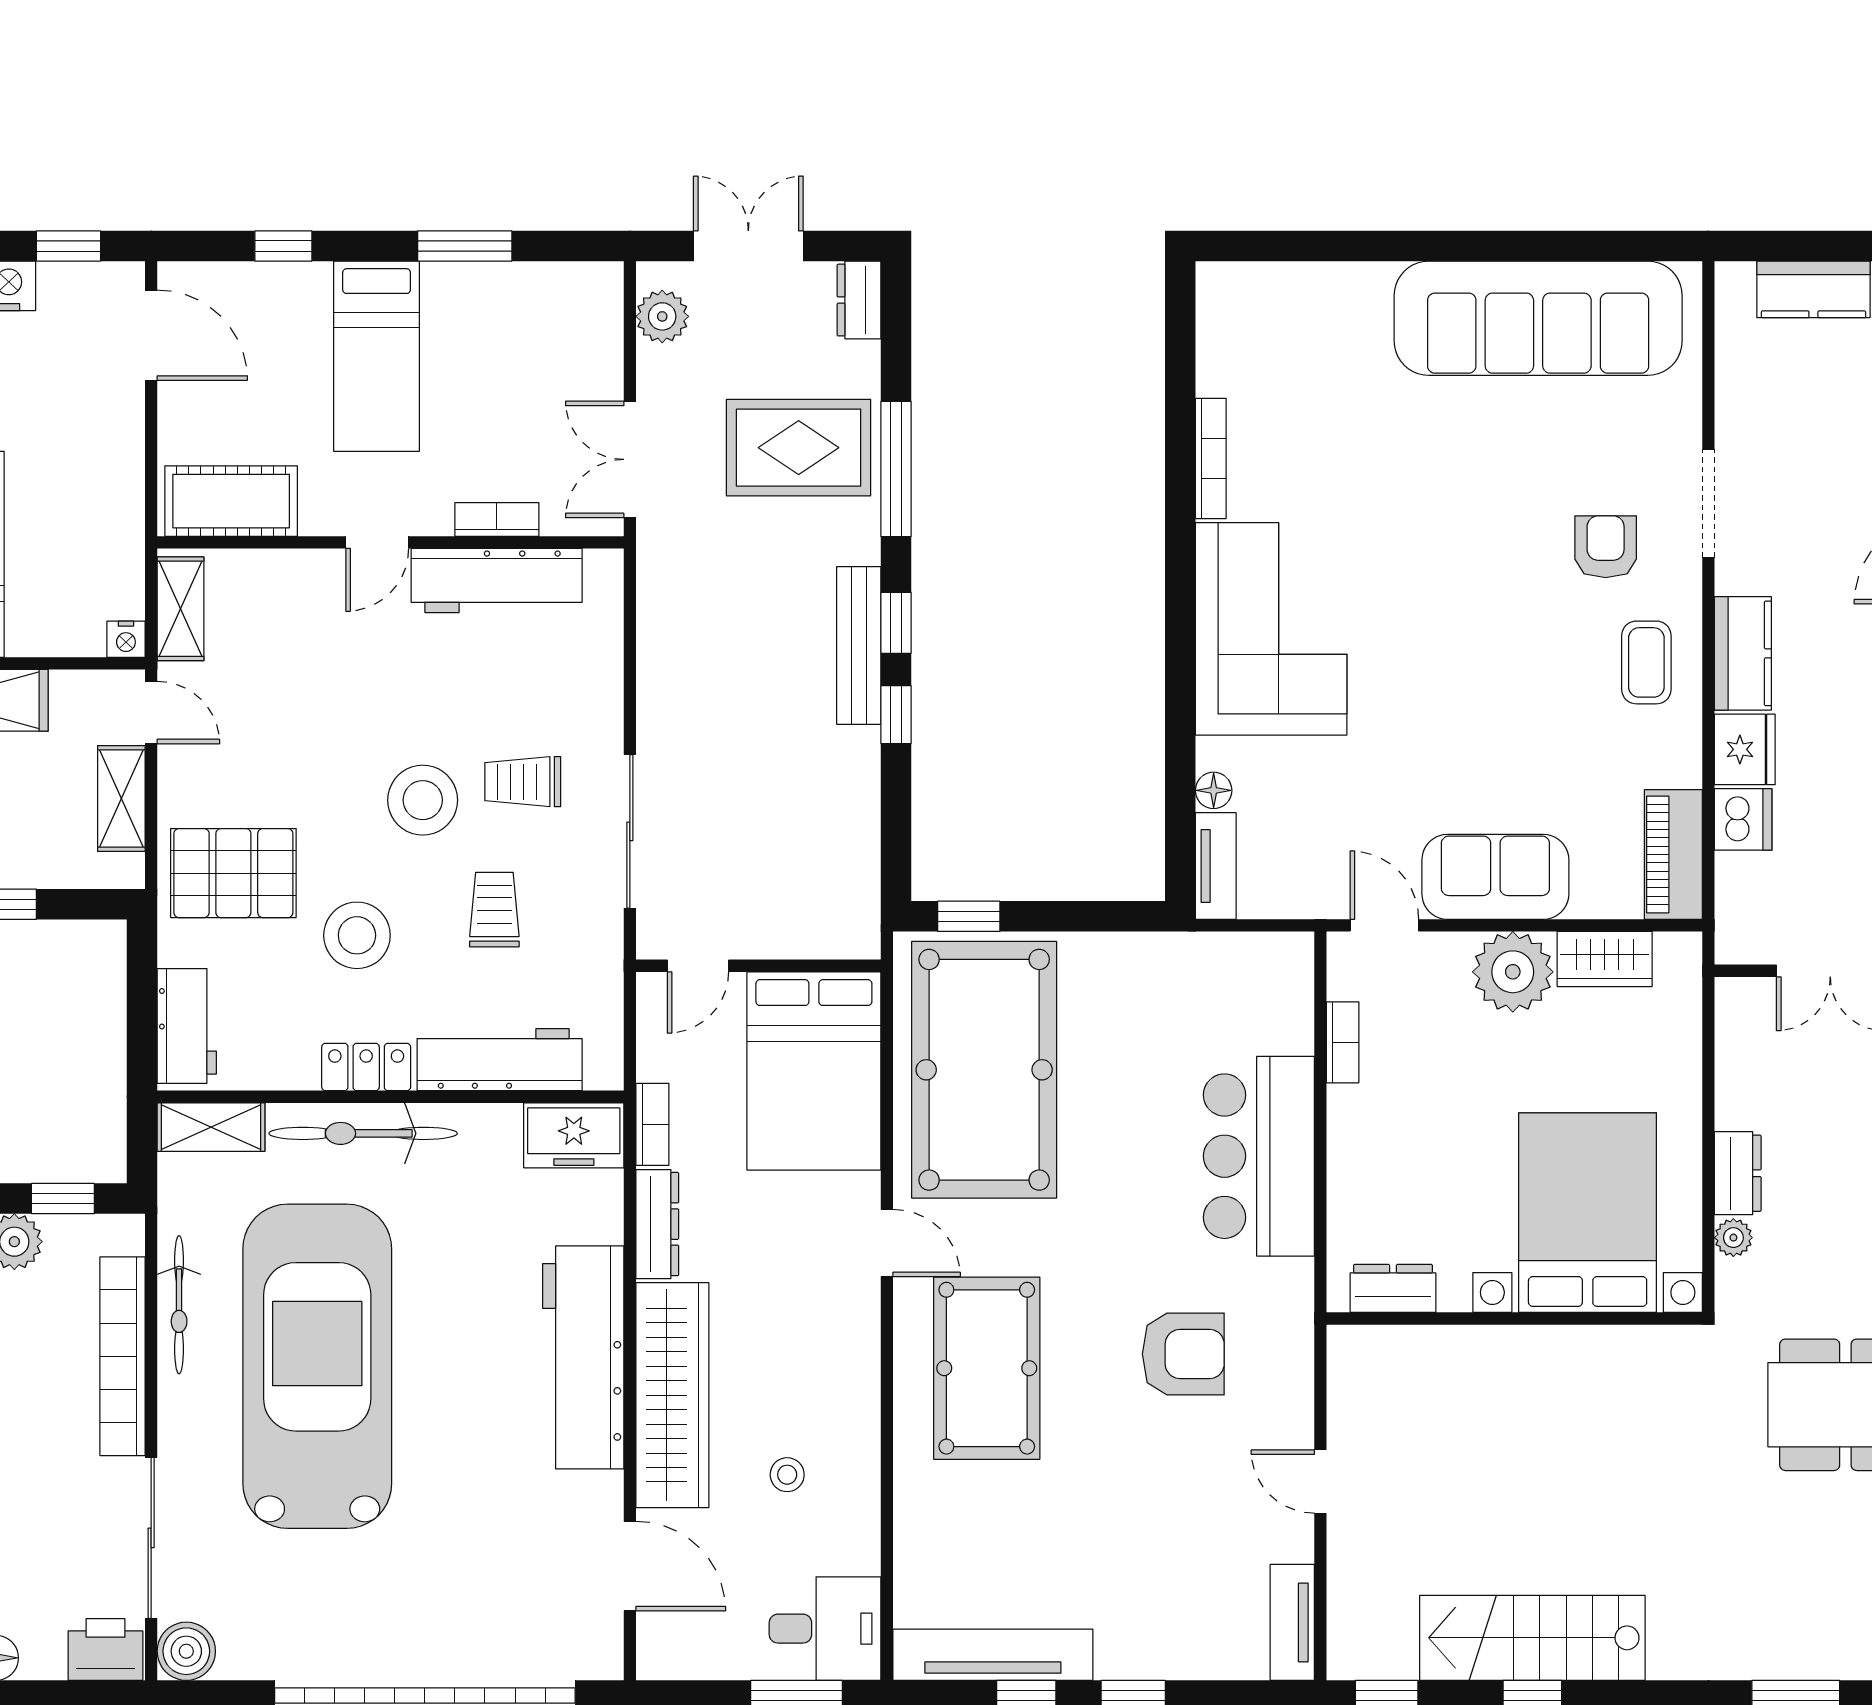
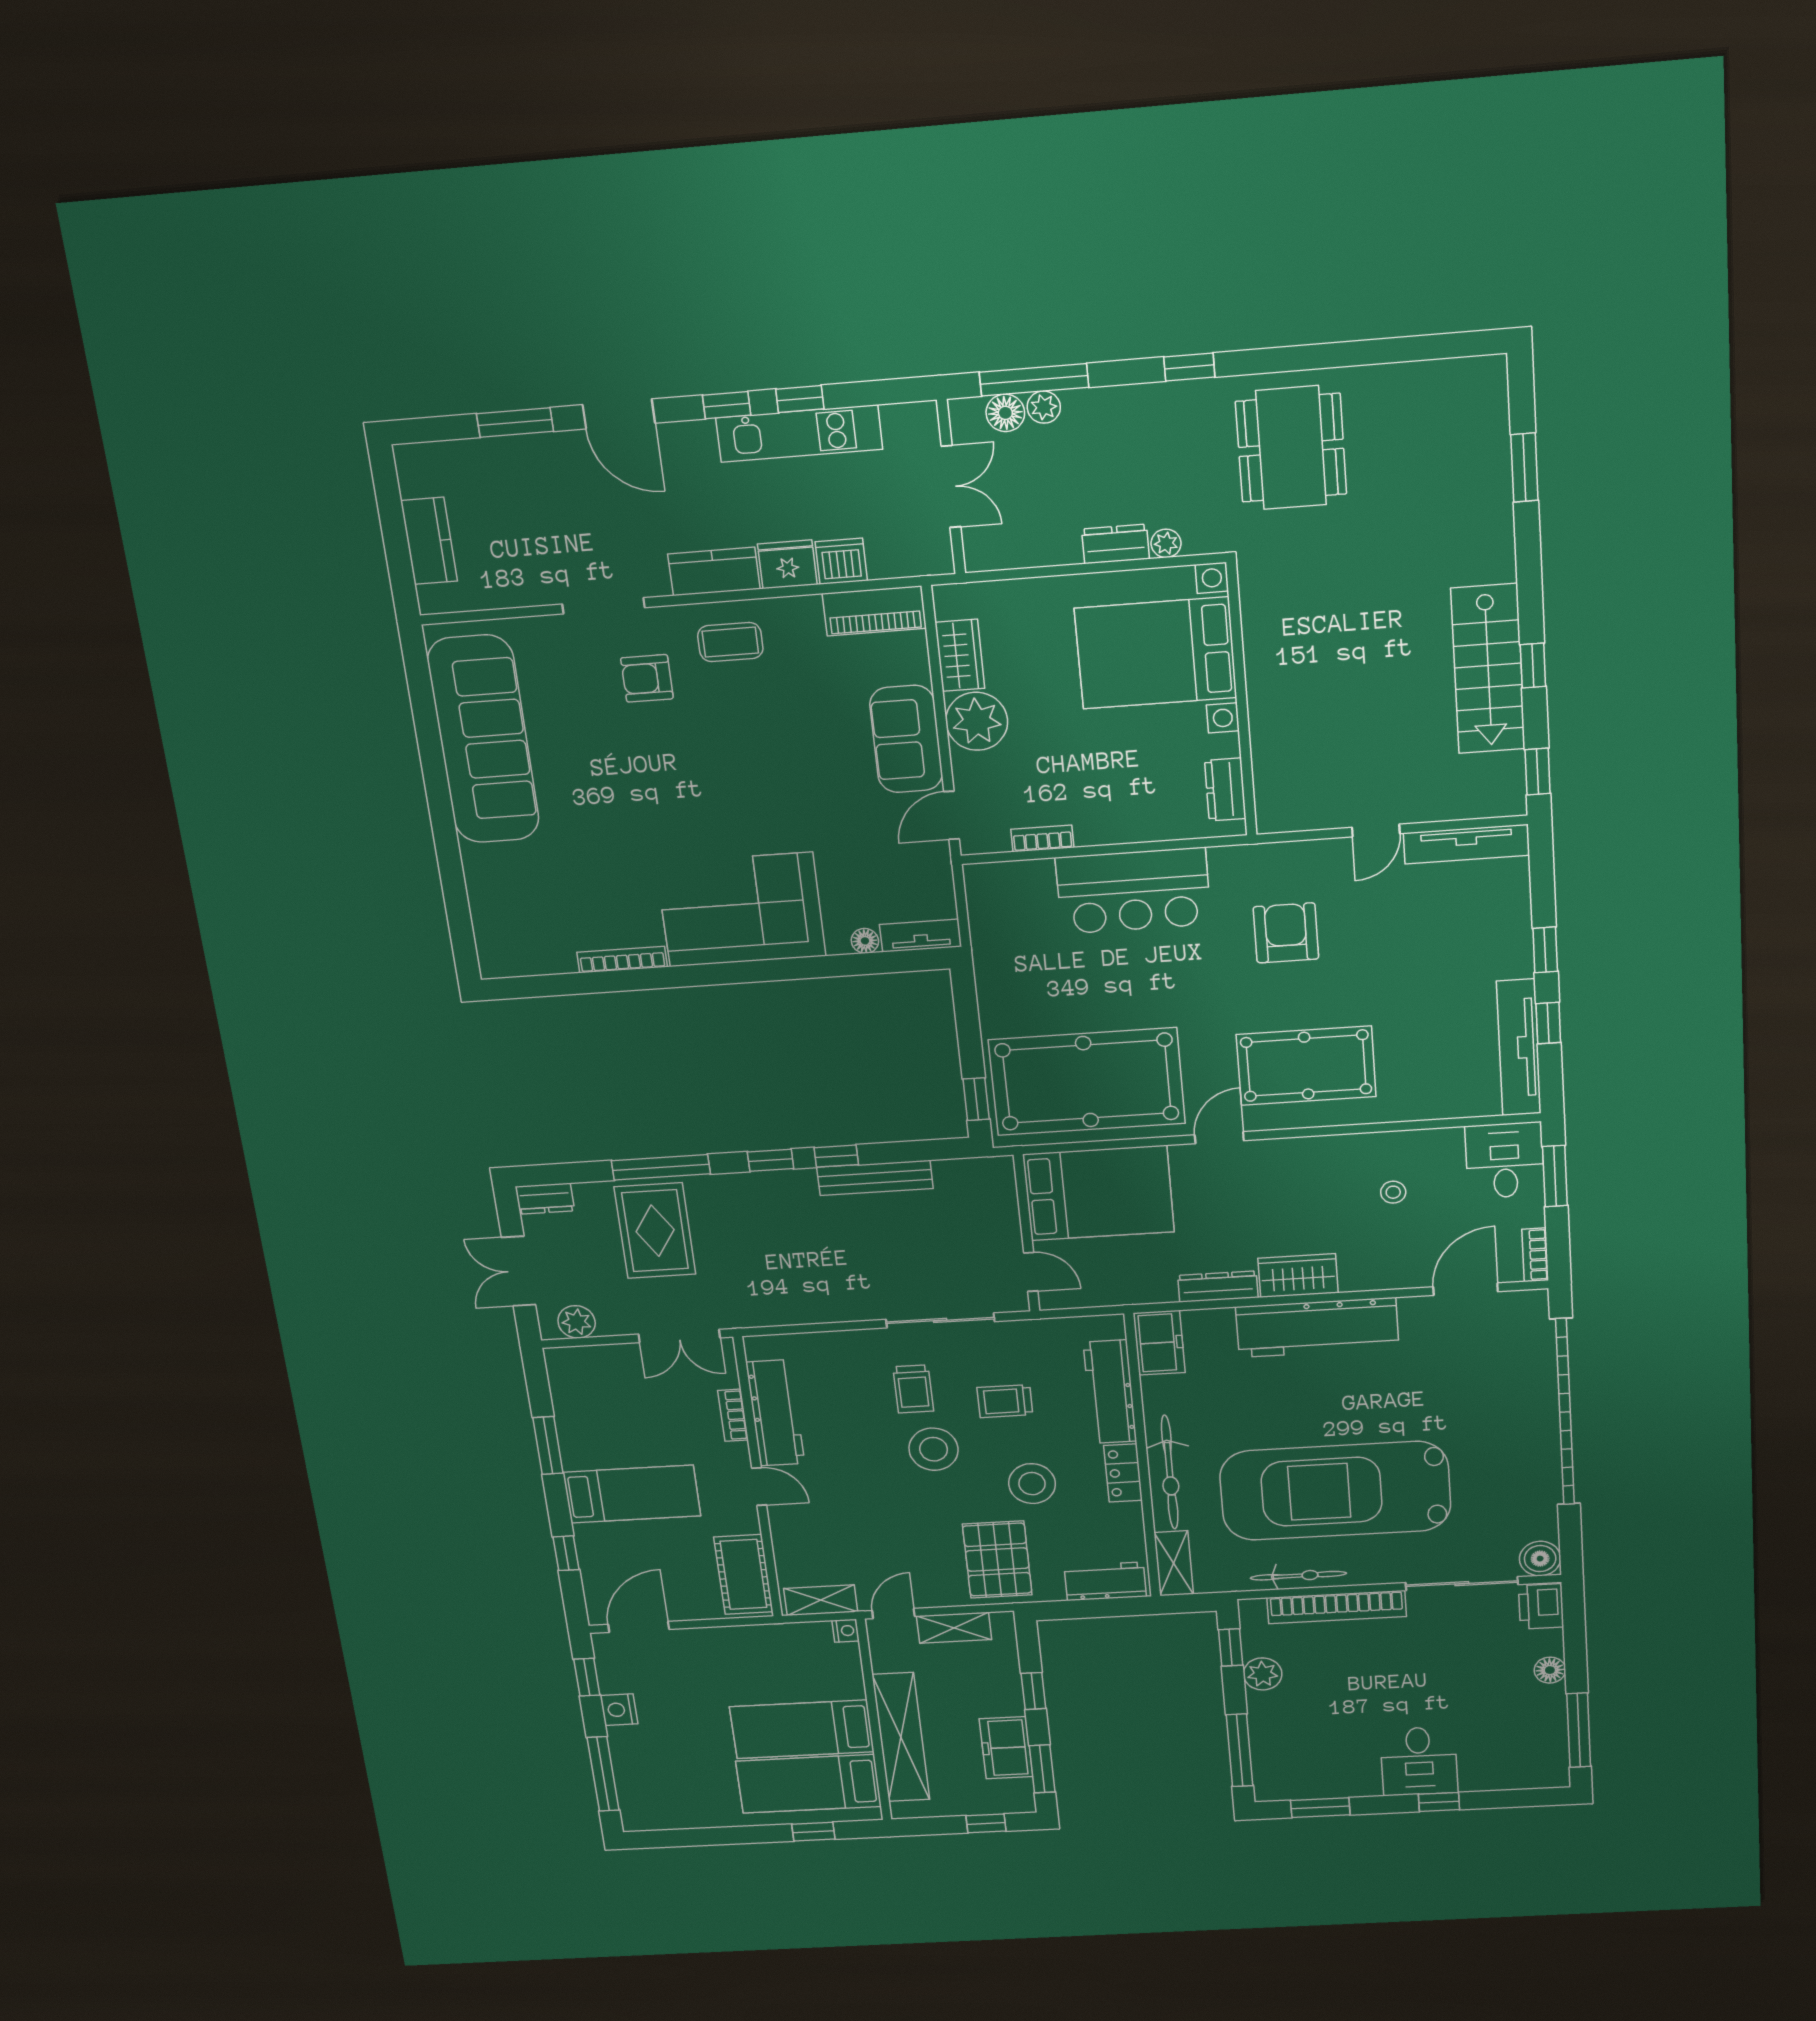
bench: (859, 645) -> (875, 1178), moved
bookcase: (652, 1124) -> (1535, 1255), moved, turned -90
wardrobe: (672, 1395) -> (1298, 1276), width x0.48, depth x0.85
tv unit: (1292, 1622) -> (1466, 844), width x1.41

